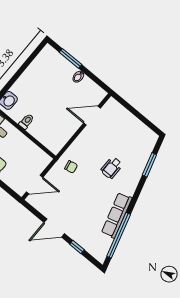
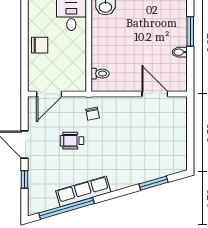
toilet: (26, 121) -> (100, 74), moved
wheelchair: (112, 168) -> (72, 141), moved
door: (35, 185) -> (49, 94), hinge flipped

